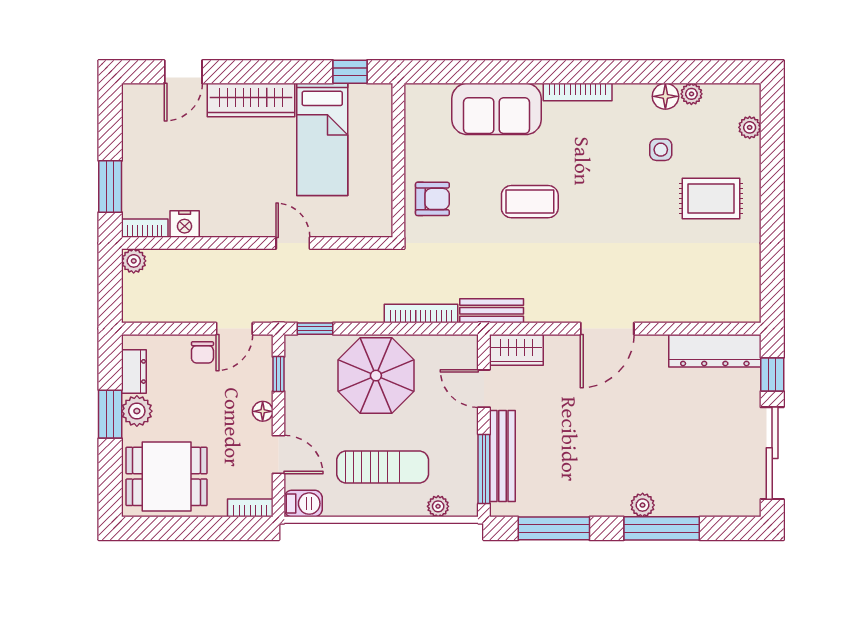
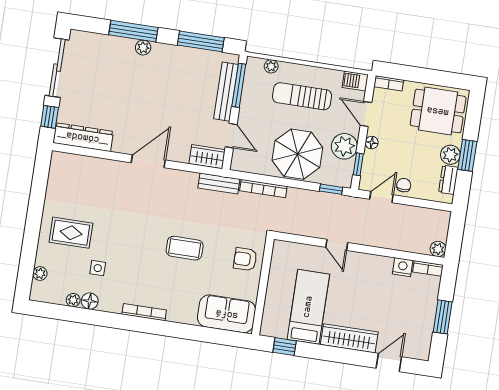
sofa: (497, 109) -> (227, 314), moved
window: (110, 187) -> (443, 317), moved
plant: (305, 399) -> (344, 146), added

